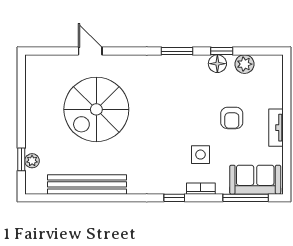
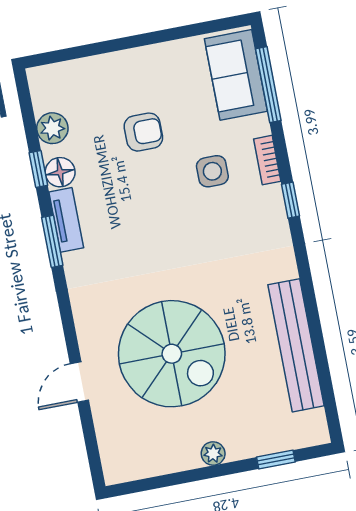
tv unit: (276, 128) -> (66, 220), moved, turned -90
plant: (32, 161) -> (213, 454), moved

